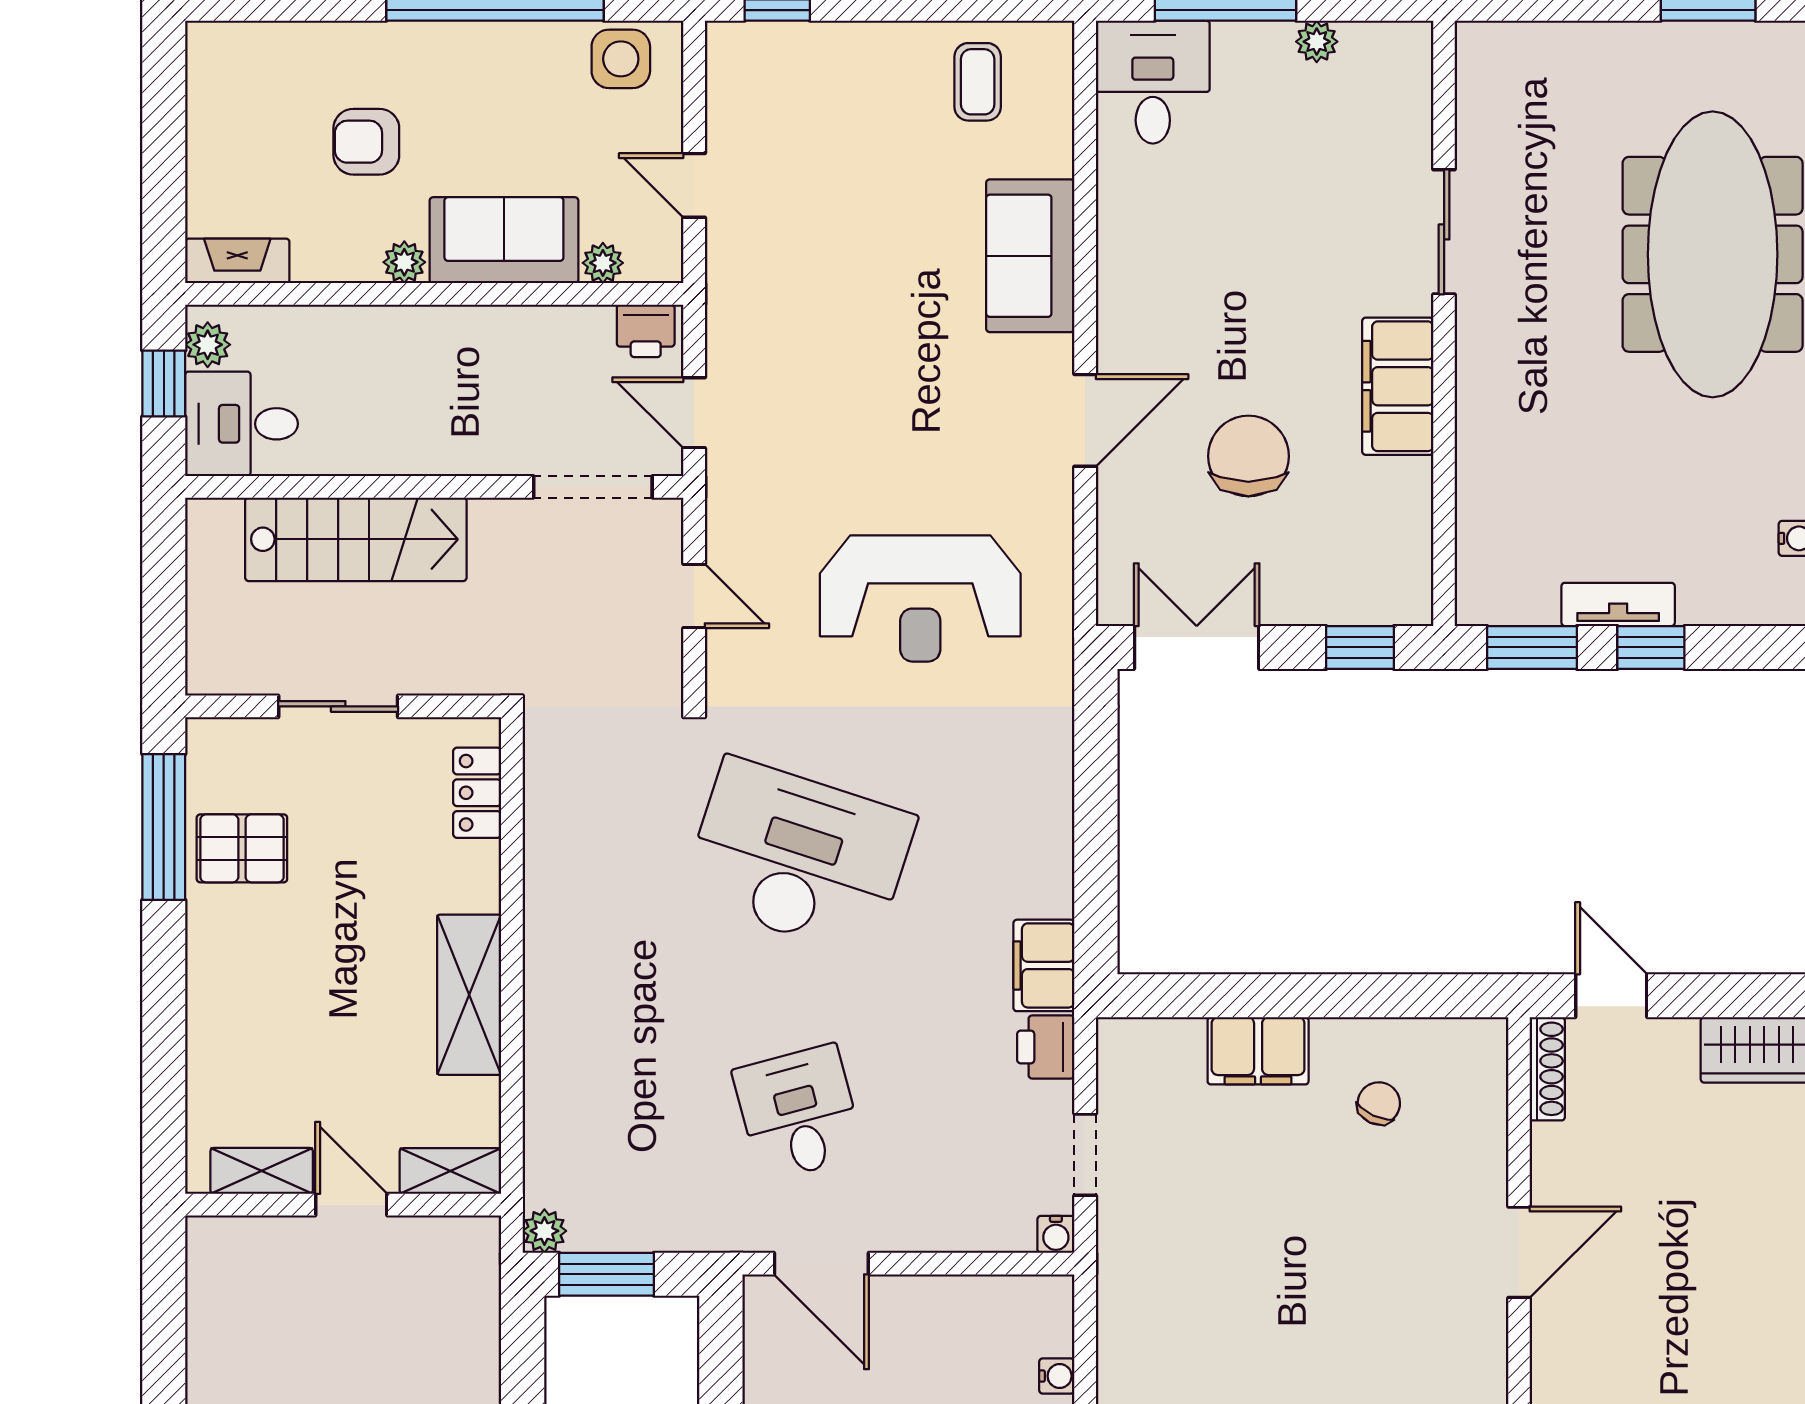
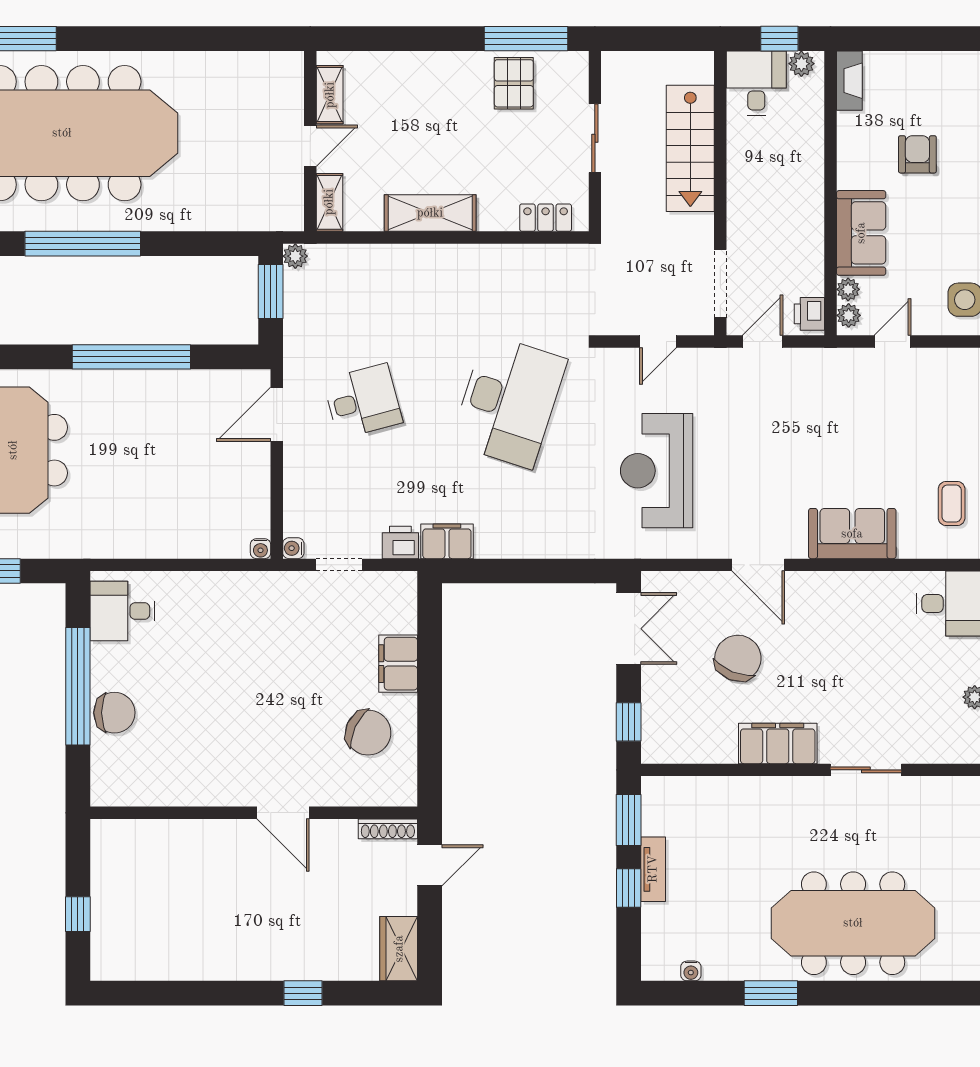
coffee table: (978, 82) -> (952, 503), turned 90
plant: (404, 262) -> (849, 315), moved
chair: (1248, 456) -> (738, 658), turned -68
chair: (1379, 1103) -> (368, 733), width x1.87, depth x1.87
water cooler: (1057, 1376) -> (260, 549), moved

